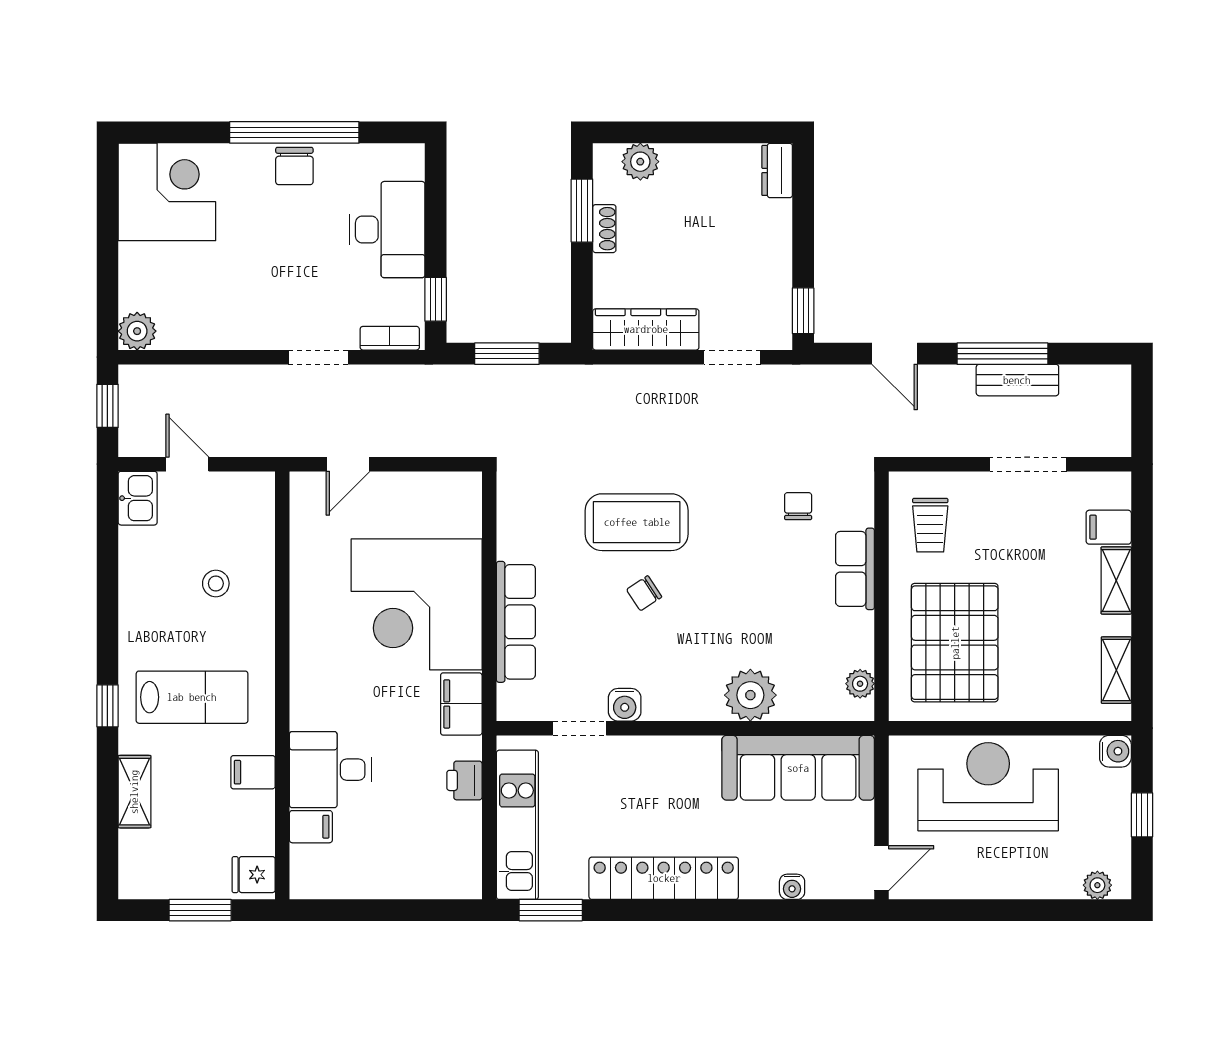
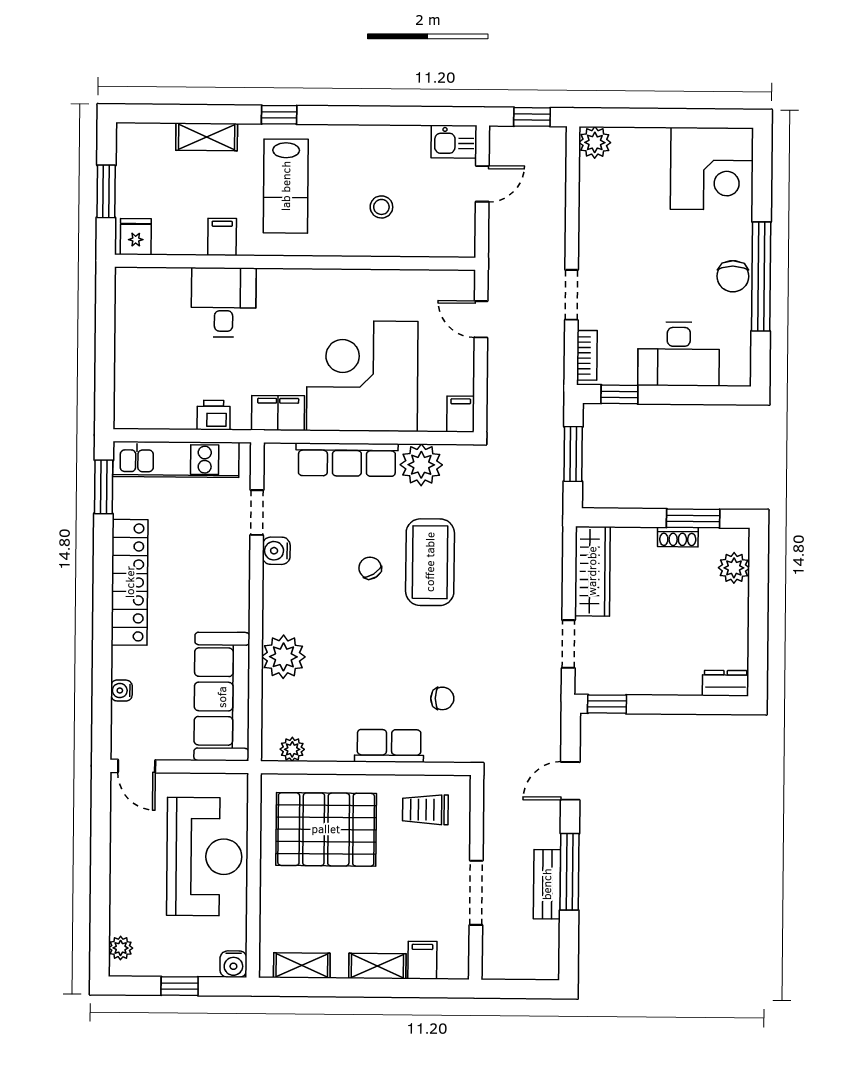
chair: (294, 166) -> (733, 276), turned -90
plant: (521, 534) -> (421, 465), added
filing cabinet: (311, 827) -> (461, 414), moved, turned 180

